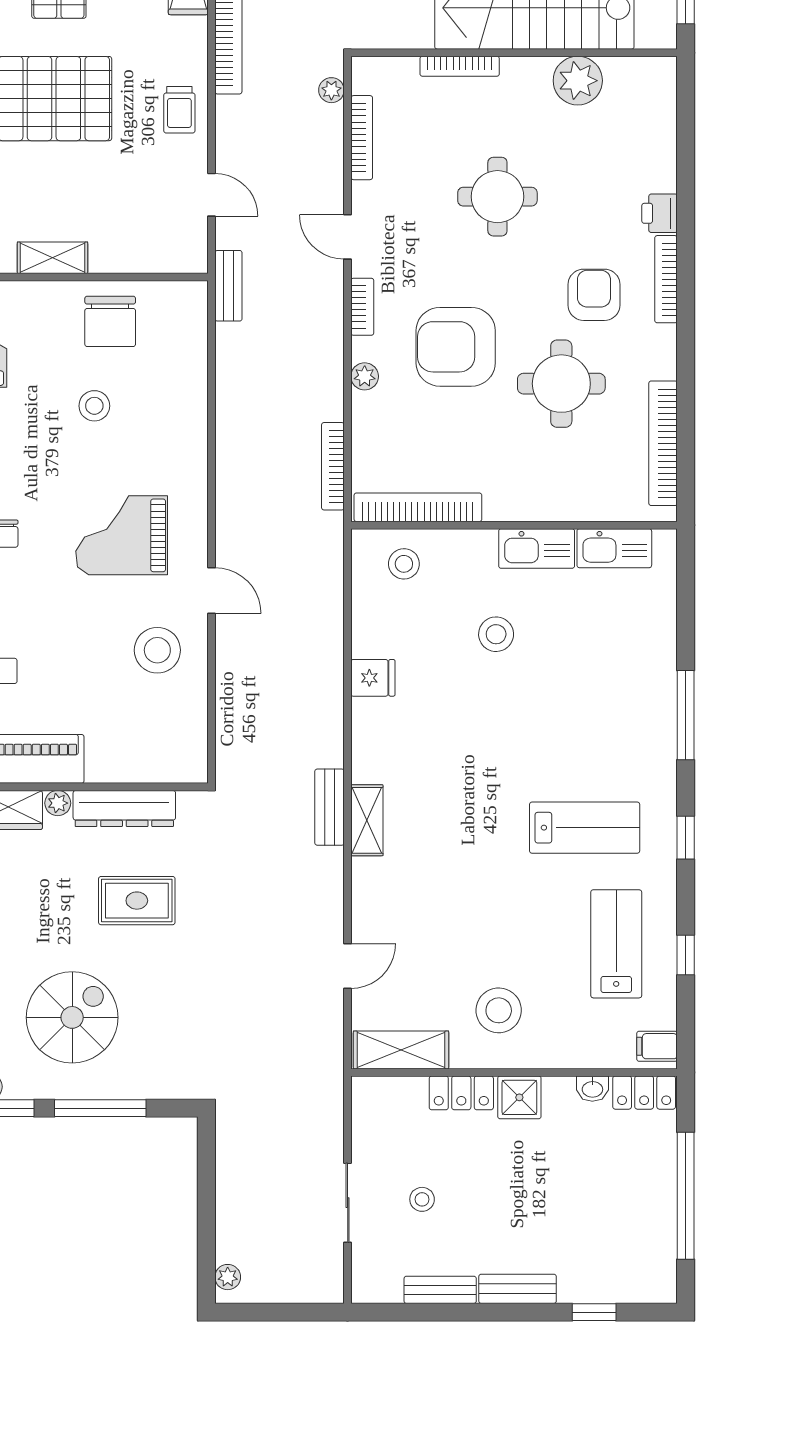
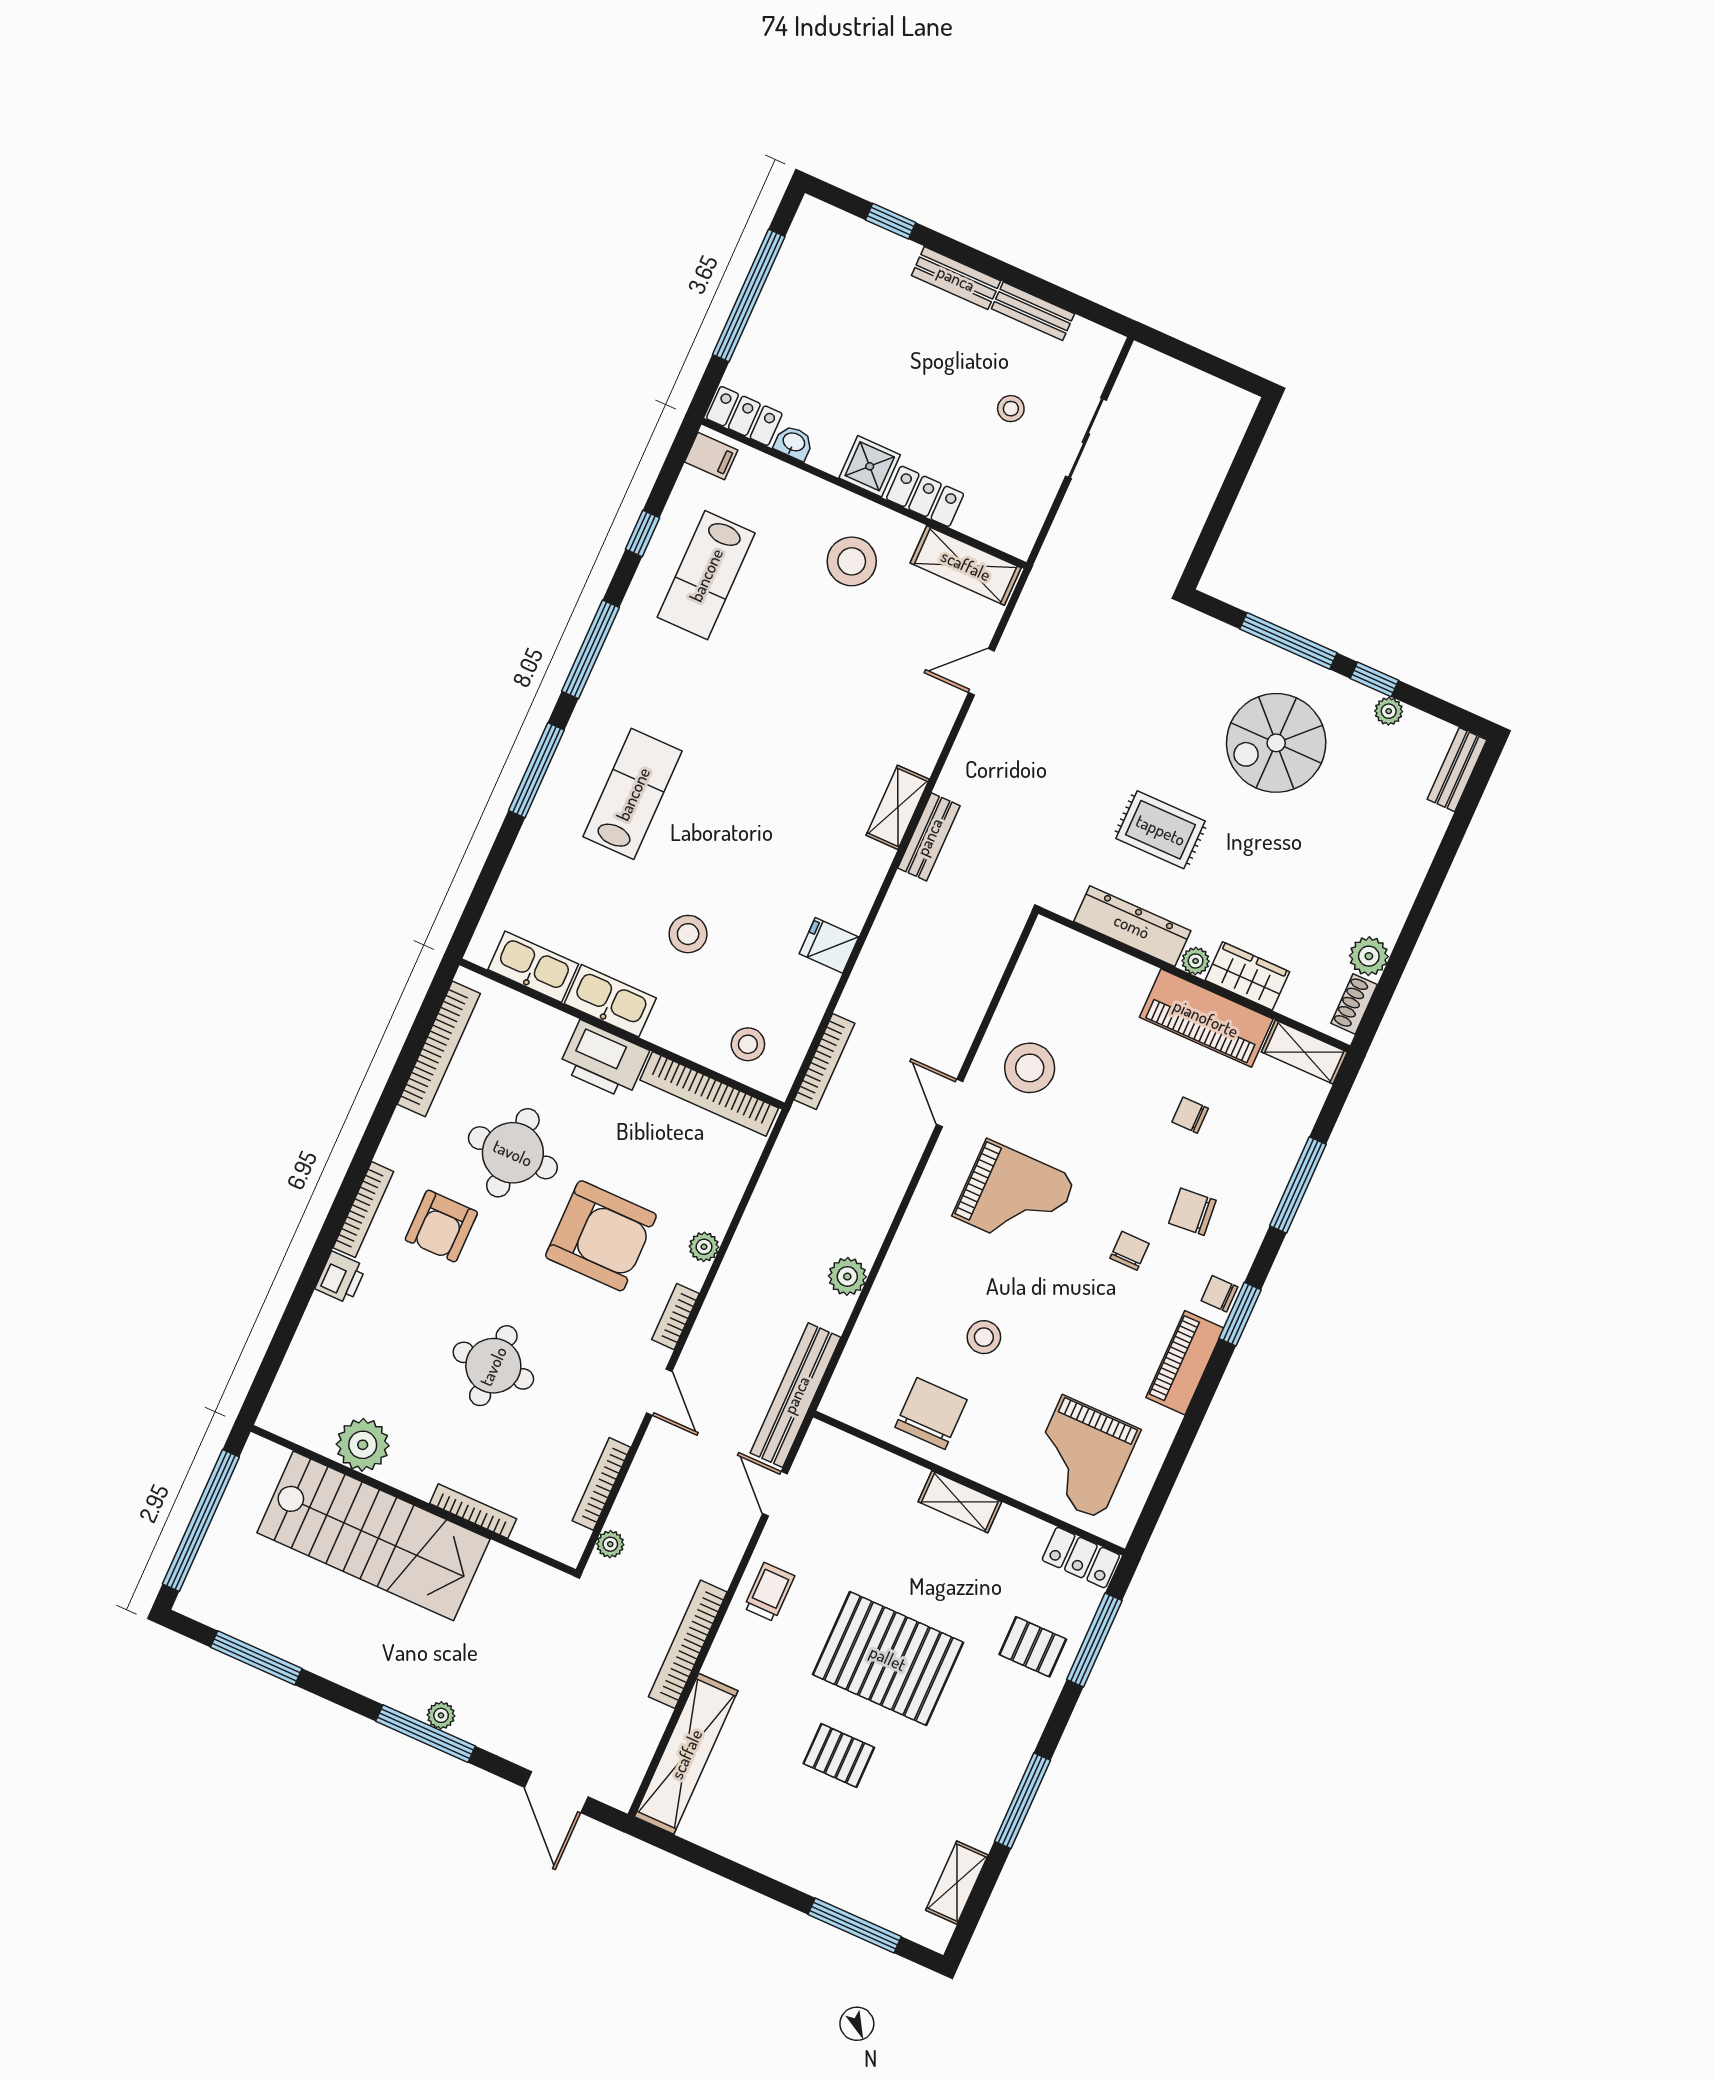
bench: (228, 286) -> (796, 1395), width x1.86, depth x1.21
bookcase: (333, 466) -> (824, 1062), moved
printer: (520, 496) -> (604, 1060), added
lab bench: (585, 828) -> (633, 794), moved, turned 90
window: (686, 838) -> (591, 649), width x2.17
plant: (228, 1277) -> (847, 1276), moved, width x1.38, depth x1.38

